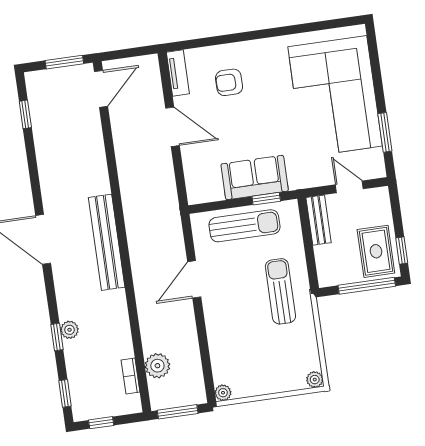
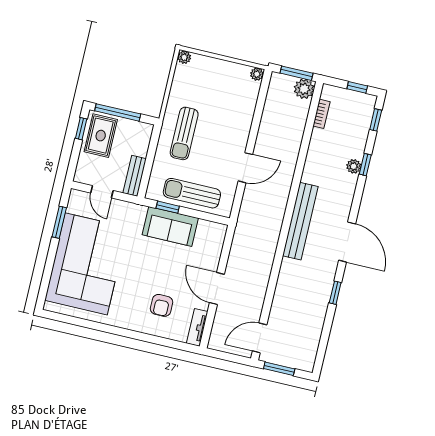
armchair: (229, 82) -> (162, 305), turned 90
window: (25, 114) -> (335, 293), moved
plant: (157, 366) -> (304, 89), moved

